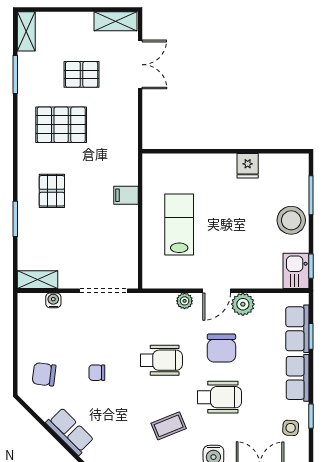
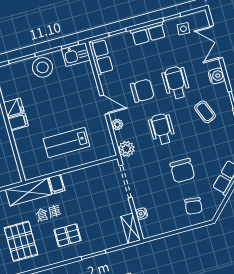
shelving: (126, 154) -> (29, 192), added
filing cabinet: (226, 166) -> (18, 122), added
plant: (243, 304) -> (126, 149), moved
row of seats: (297, 329) -> (101, 57), moved, turned -90
chair: (97, 373) -> (182, 170), width x1.87, depth x1.87

